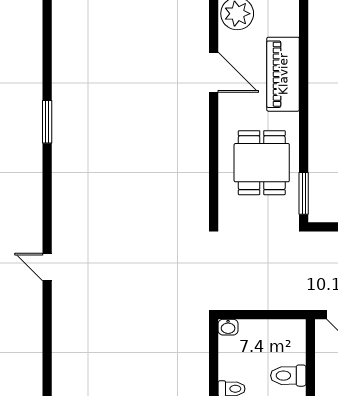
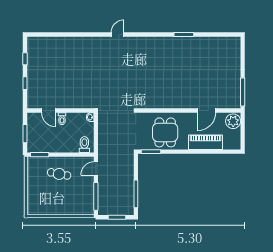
dining table: (262, 163) -> (165, 132), turned 90
toilet: (288, 376) -> (84, 145), moved

